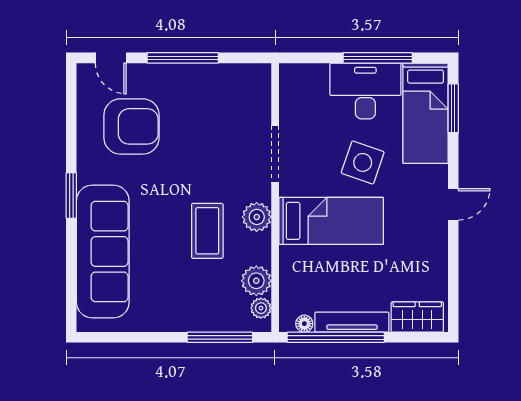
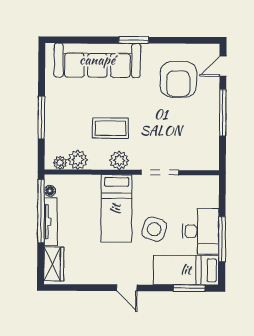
window: (220, 337) -> (41, 118), moved

